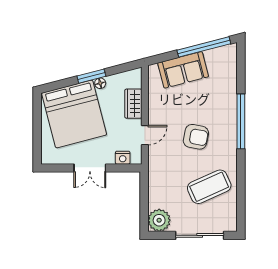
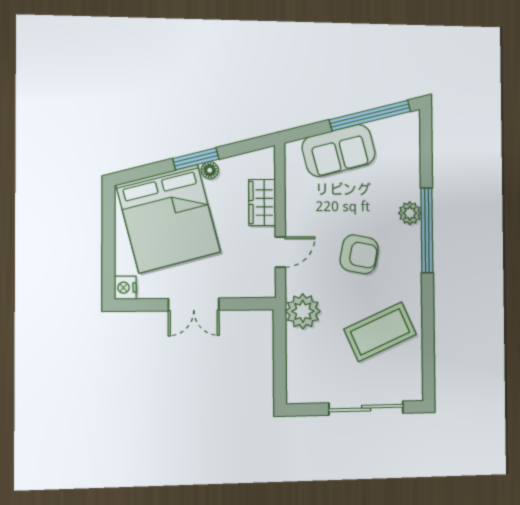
plant: (230, 110) -> (410, 213), added
nightstand: (123, 158) -> (125, 288), moved, turned 90
plant: (159, 220) -> (303, 311), moved

